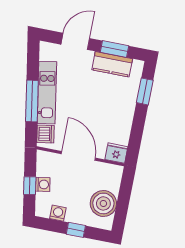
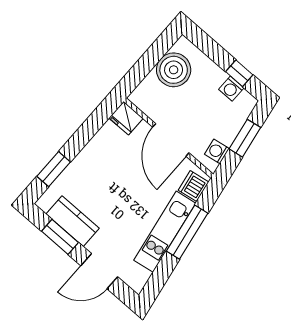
washing machine: (43, 184) -> (217, 151), moved
window: (30, 186) -> (245, 138), width x1.50
window: (76, 230) -> (239, 73), moved

